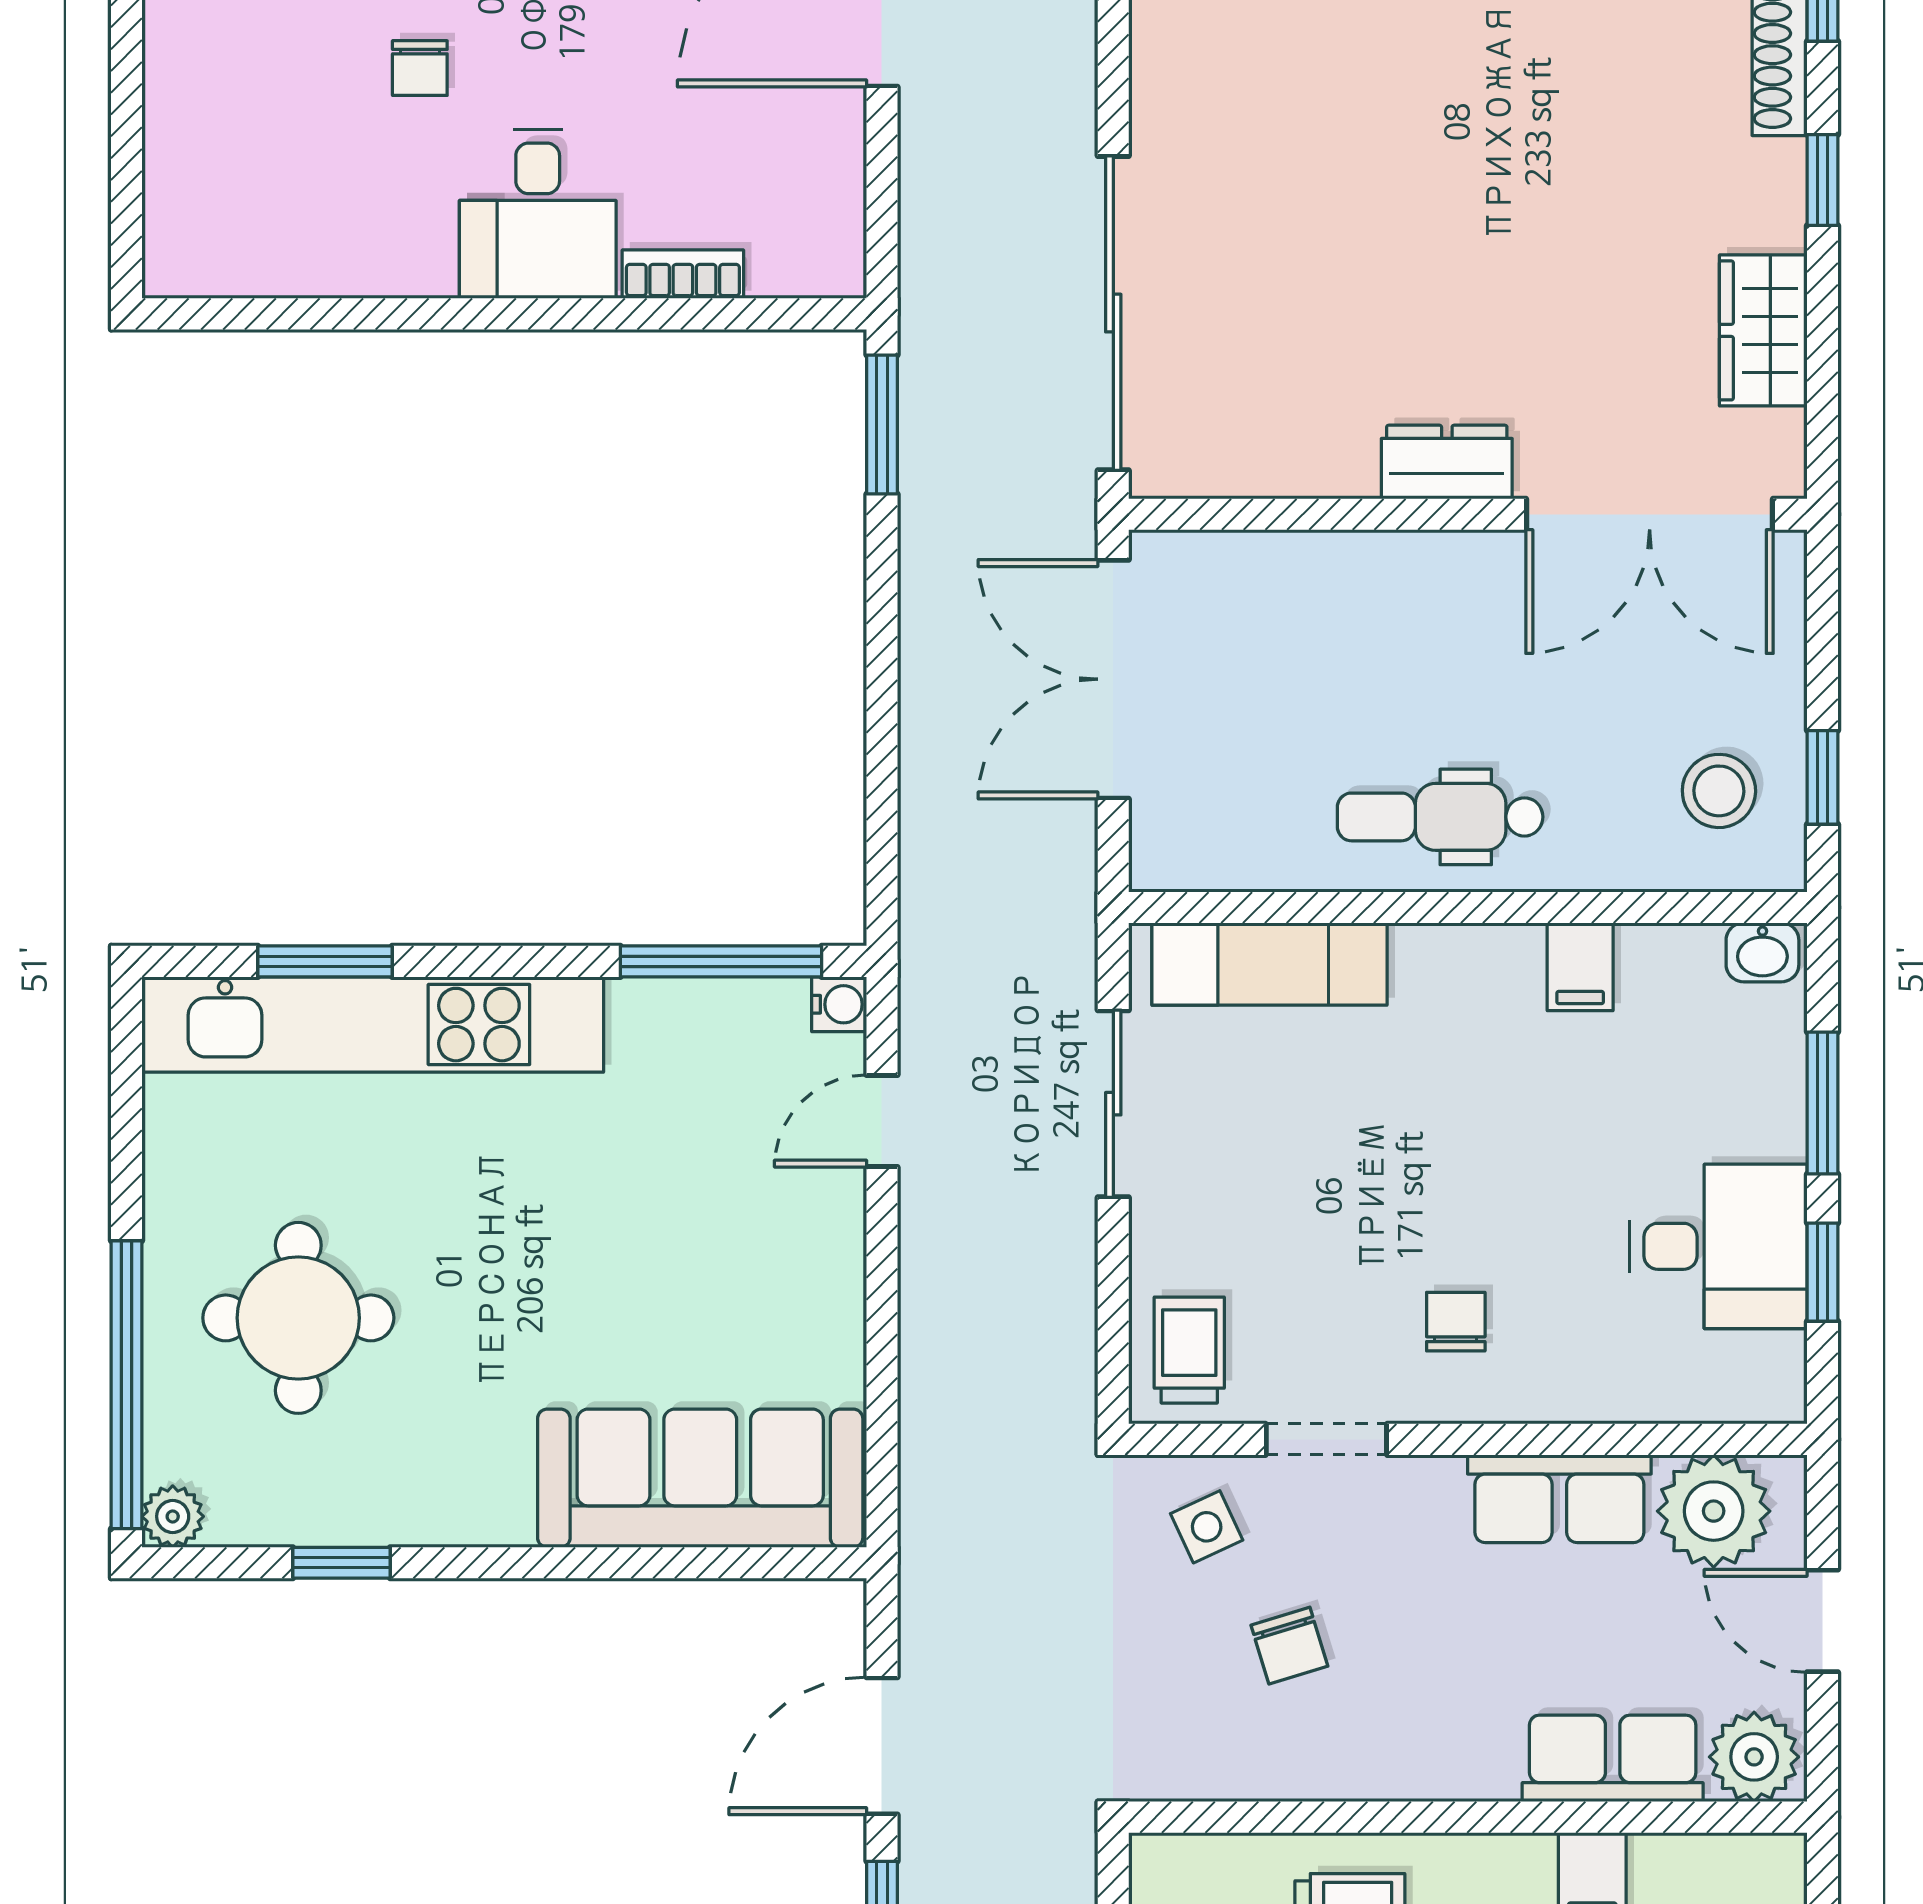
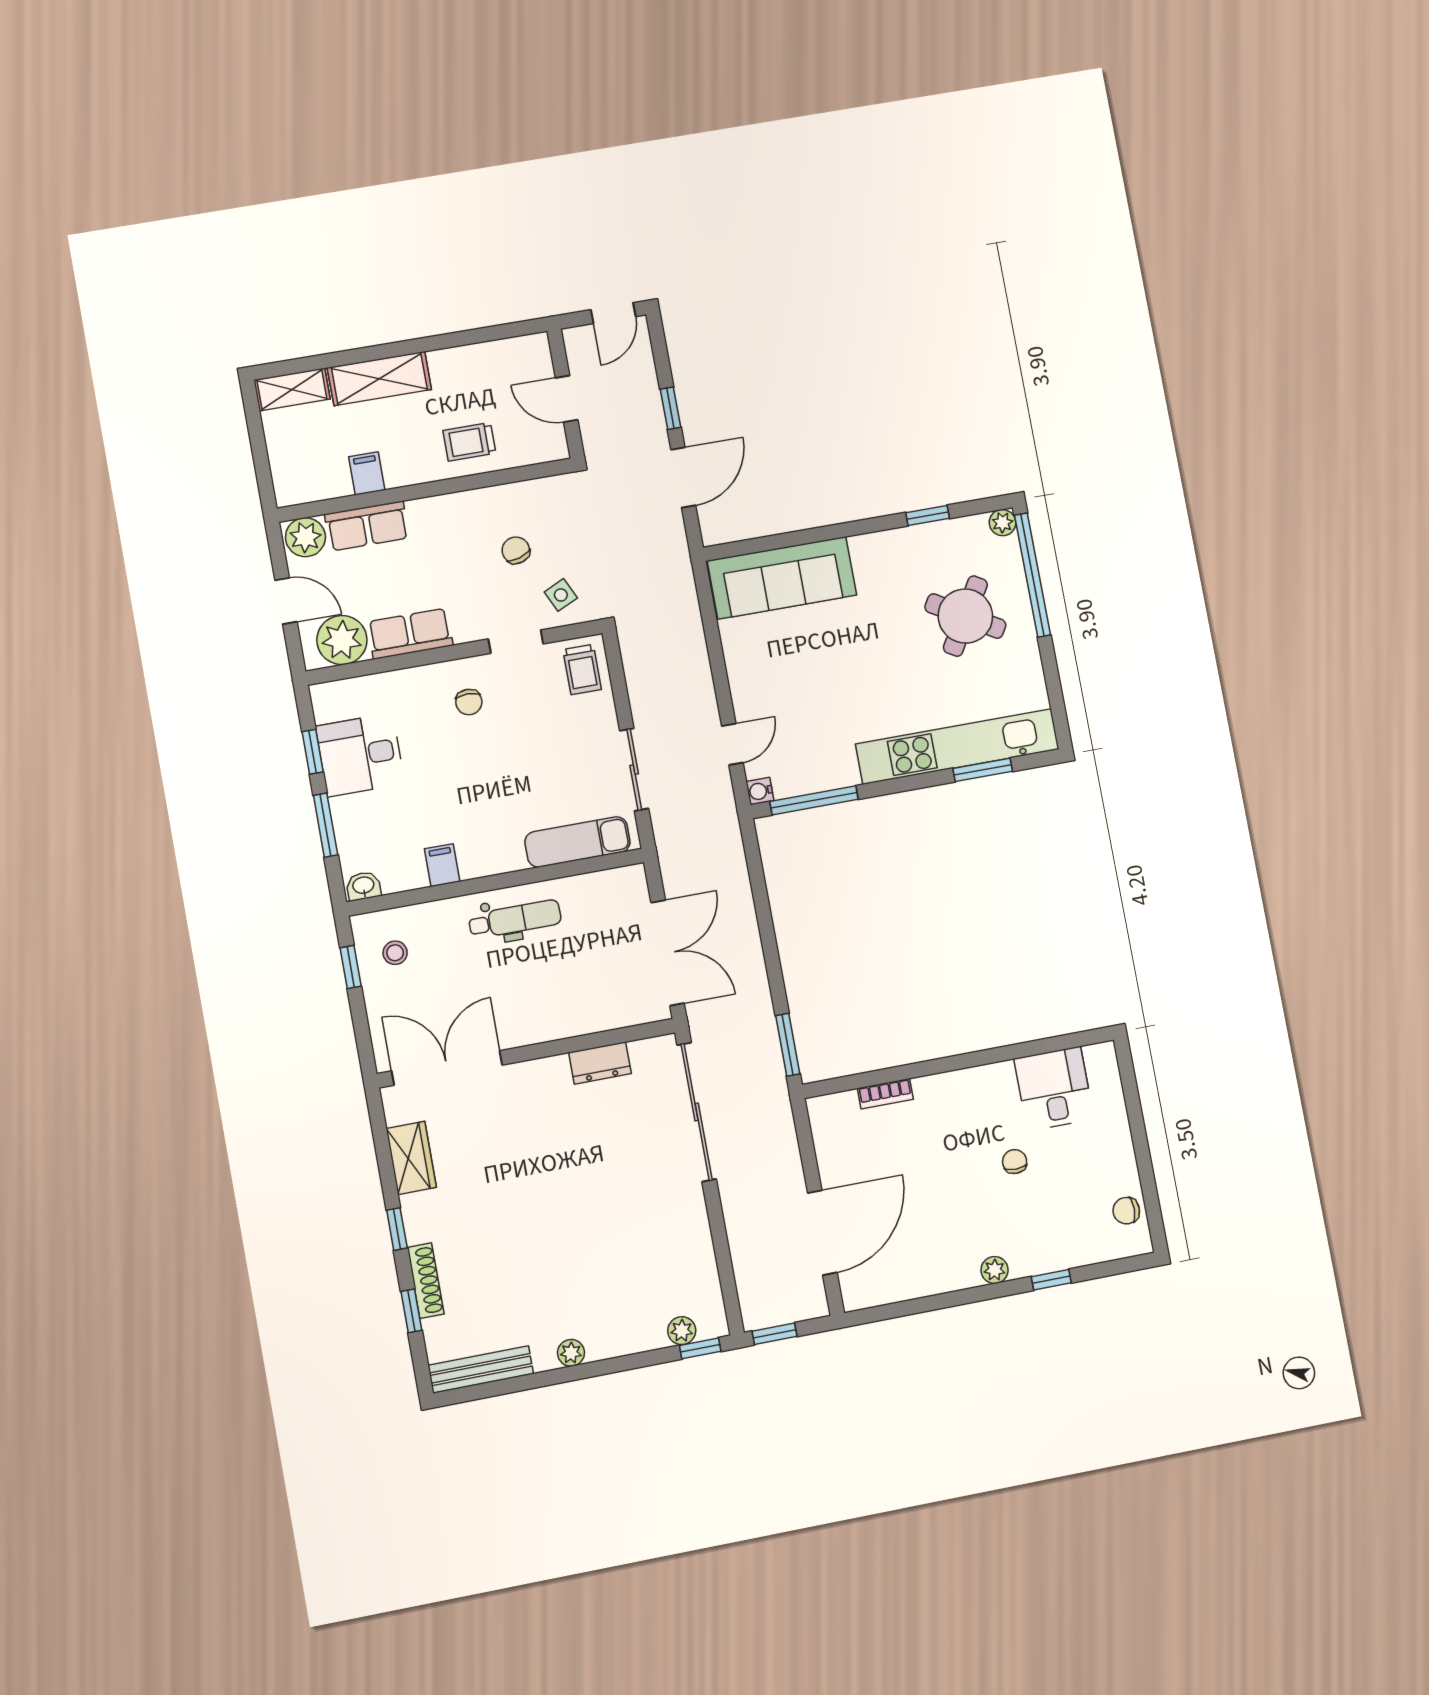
desk: (538, 214) -> (1054, 1089), moved
dresser: (1447, 462) -> (600, 1063), moved
stool: (1719, 791) -> (395, 953), width x0.73, depth x0.73
round table: (298, 1318) -> (965, 616), turned 31

